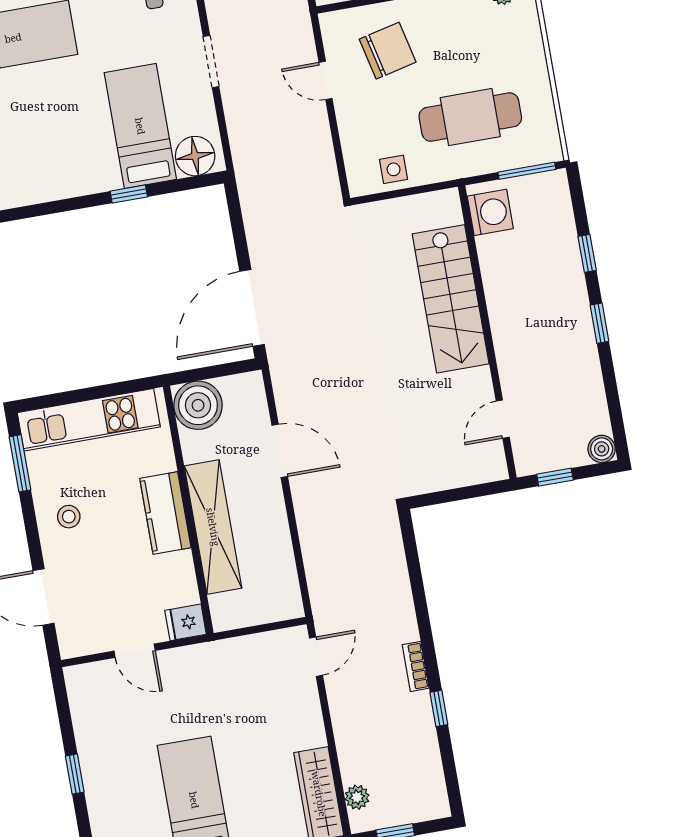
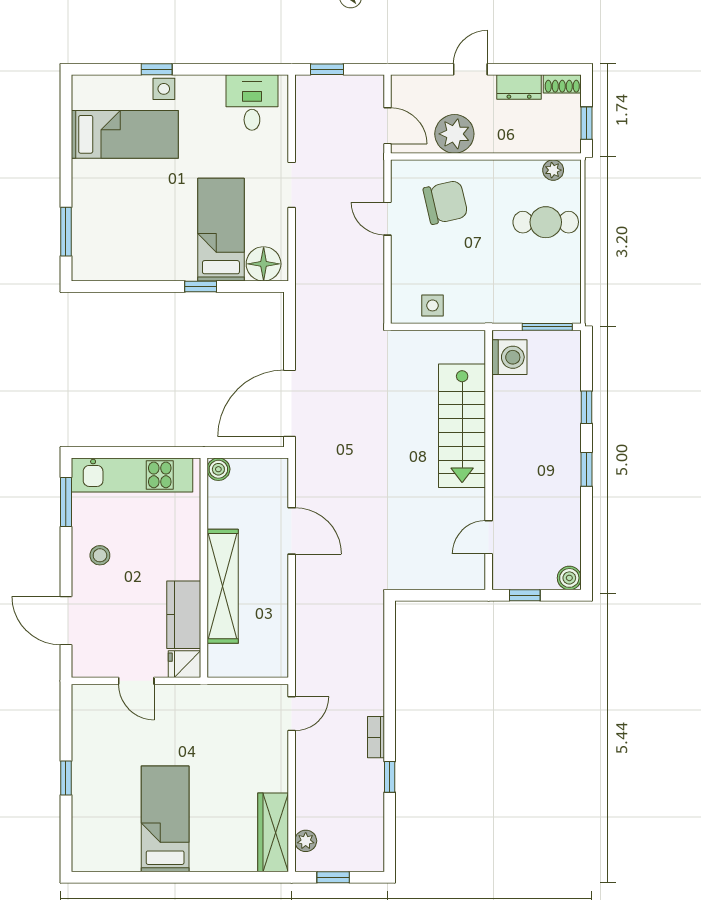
cafe table: (470, 117) -> (546, 222), moved, width x0.73, depth x0.74
boiler: (198, 405) -> (218, 469), width x0.54, depth x0.54
kitchen counter: (165, 513) -> (184, 615), moved

